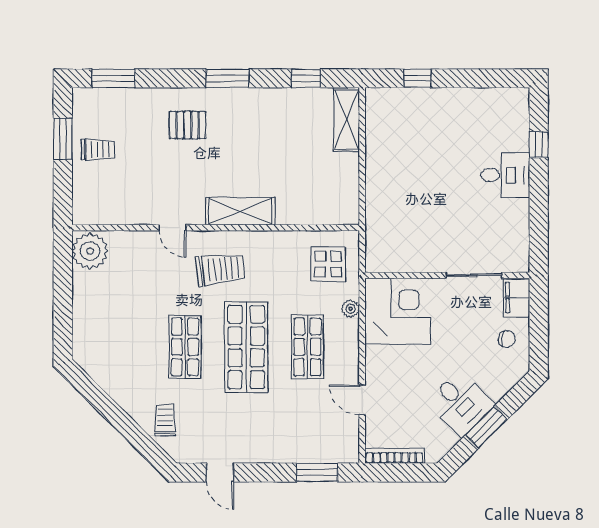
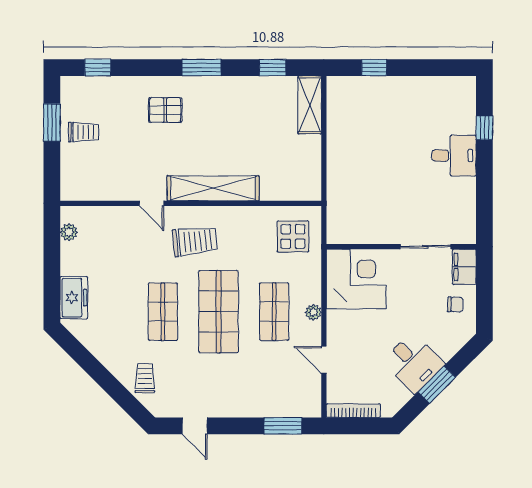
window: (113, 78) -> (98, 68), width x0.67
shelving: (240, 211) -> (213, 188), width x1.47
plant: (90, 251) -> (69, 232), width x0.53, depth x0.53
plant: (351, 309) -> (313, 312), moved
freezer: (87, 331) -> (74, 298), added

